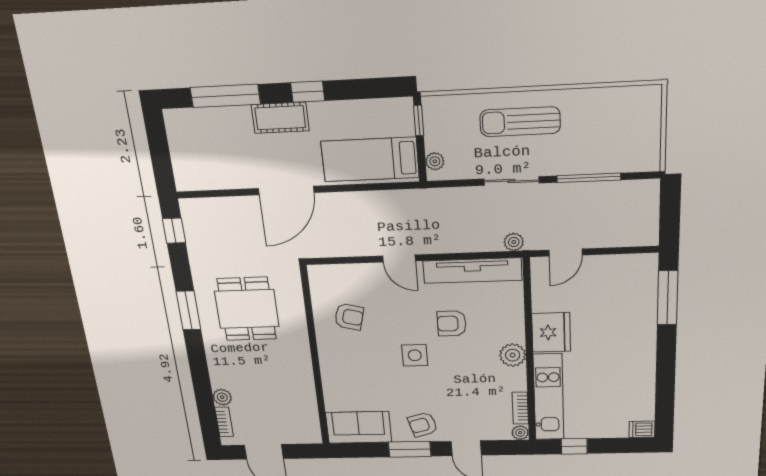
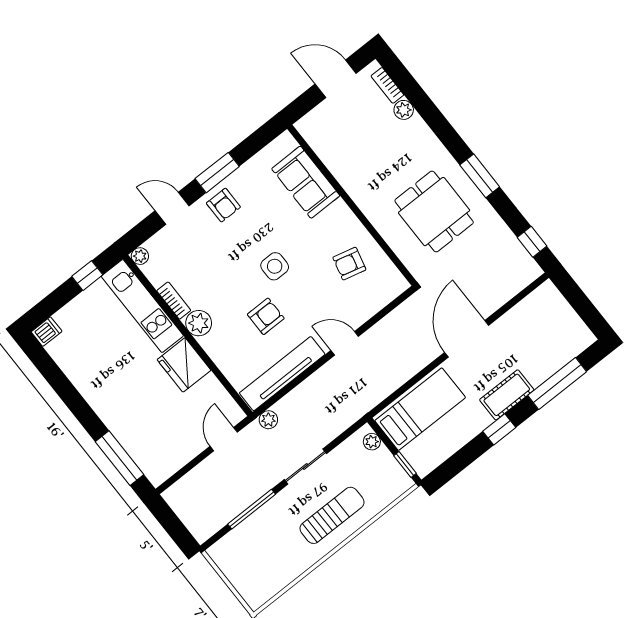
bookcase: (520, 408) -> (174, 301), moved
armchair: (423, 425) -> (223, 205), turned 106
sofa: (359, 427) -> (306, 182), moved, turned 90

